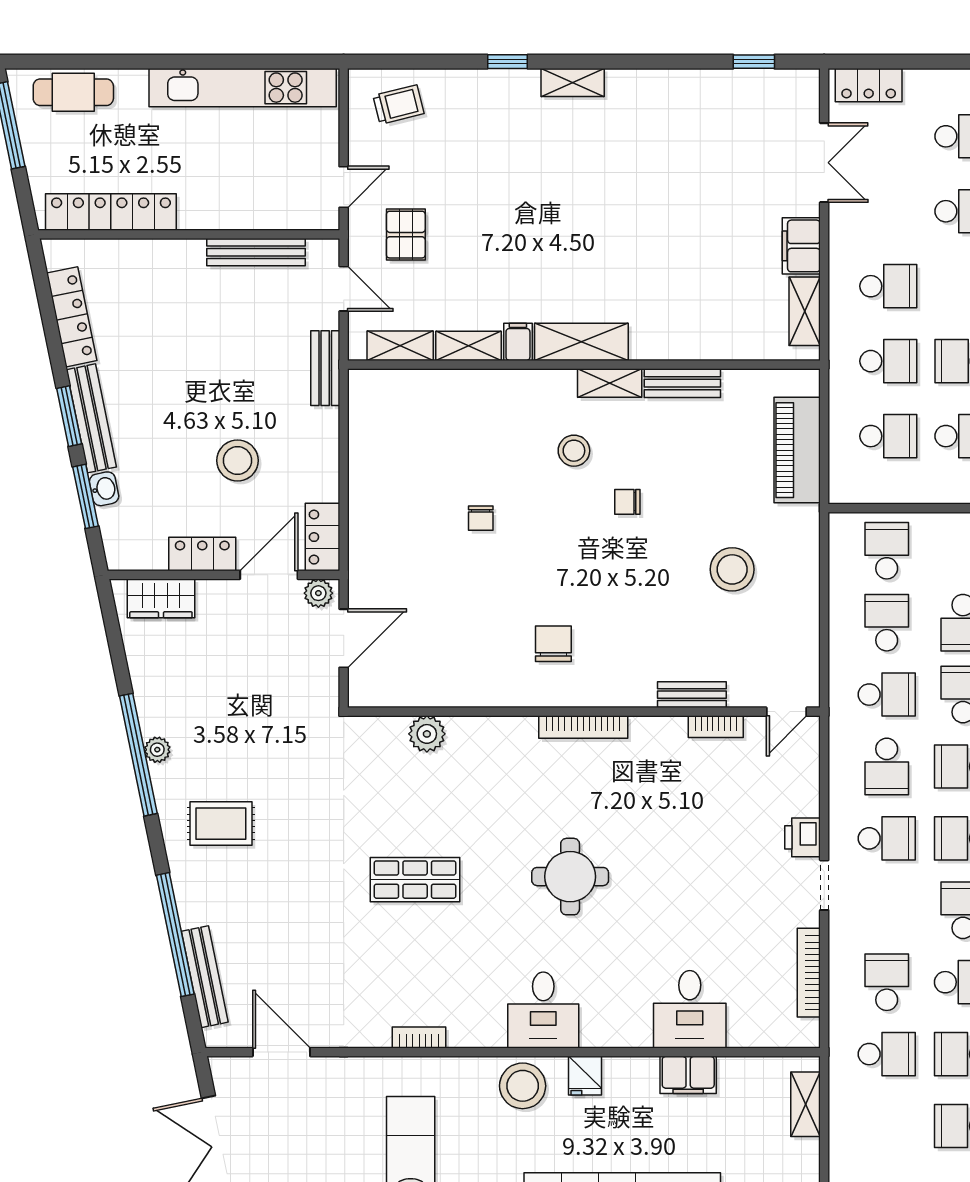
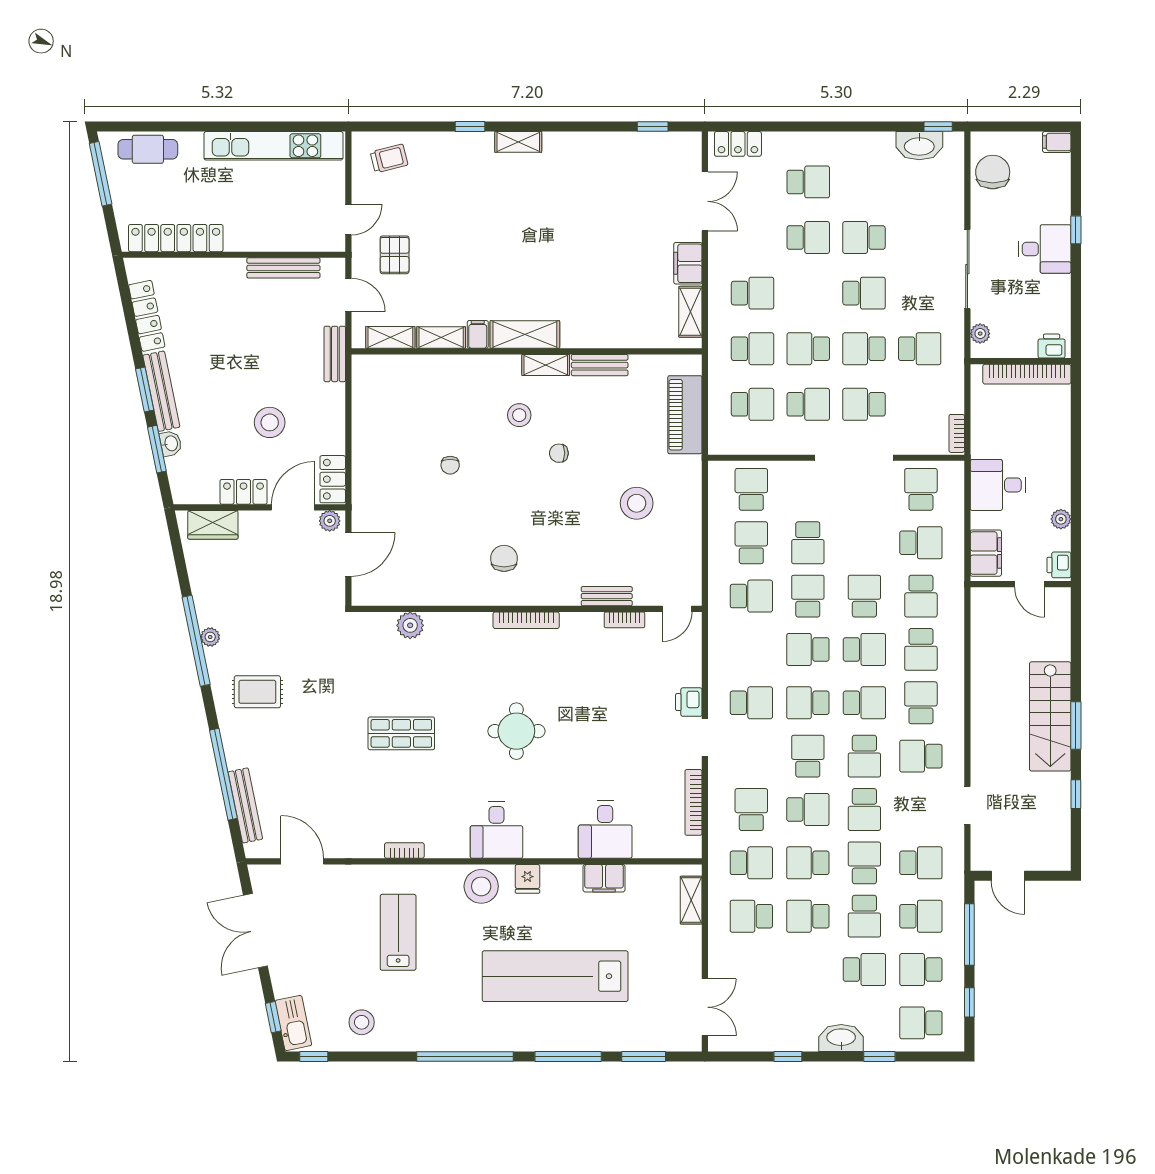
school desk: (887, 766) -> (751, 916), moved, turned 90

